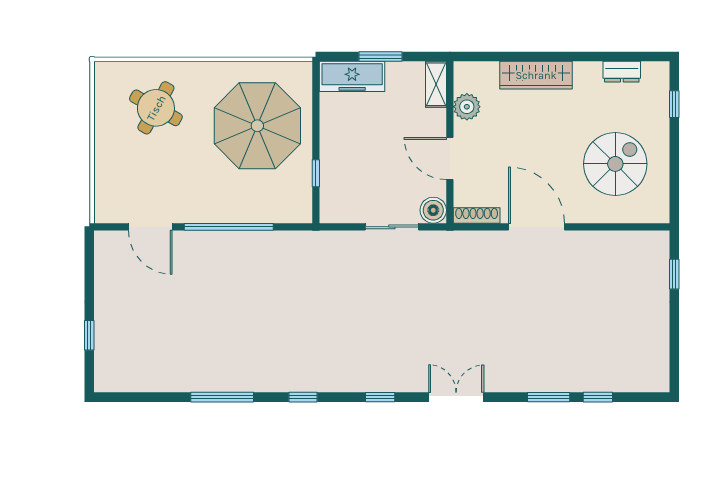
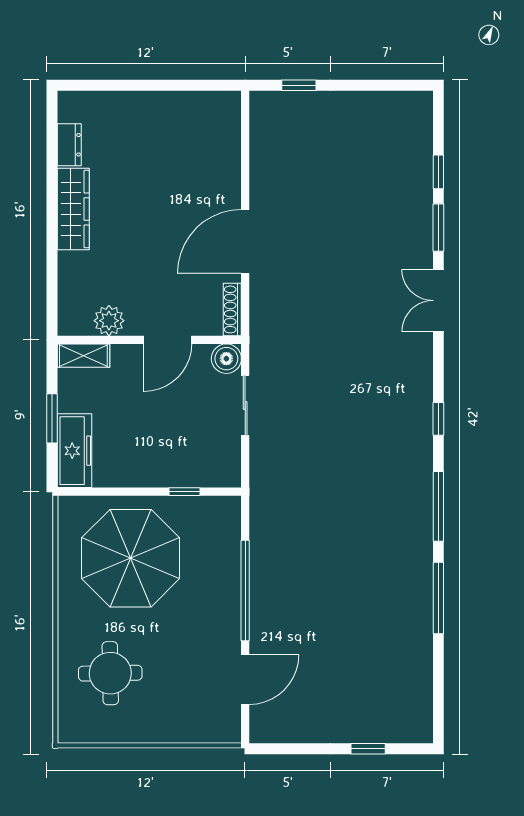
wardrobe: (536, 75) -> (73, 209), moved
window: (674, 104) -> (106, 85), removed
round table: (156, 108) -> (110, 673), turned -30
spiral stairs: (615, 164) -> (174, 152), removed
window: (303, 397) -> (438, 506), width x2.17
double door: (456, 397) -> (438, 301), moved

